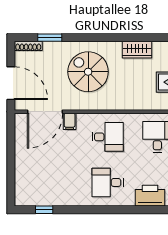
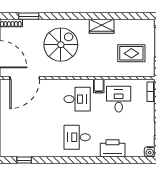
spiral stairs: (88, 72) -> (61, 45), turned 90
filing cabinet: (70, 121) -> (99, 86), moved

